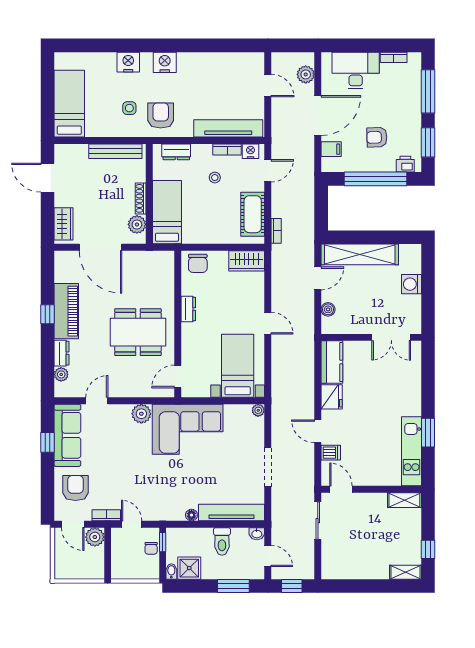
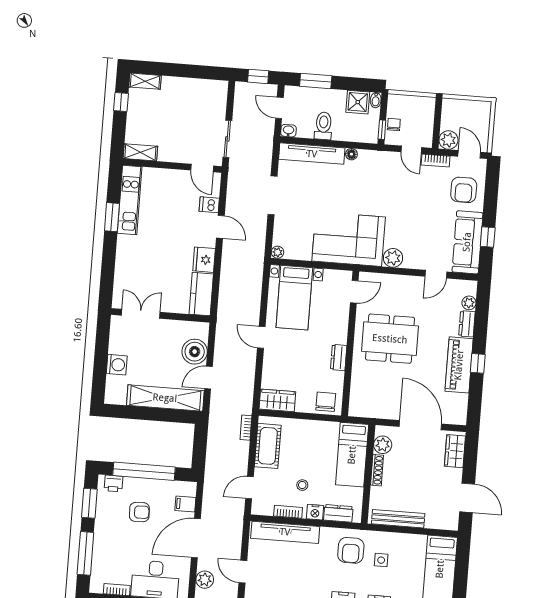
nightstand: (251, 151) -> (315, 512), moved
boiler: (328, 309) -> (195, 352), width x1.86, depth x1.86

